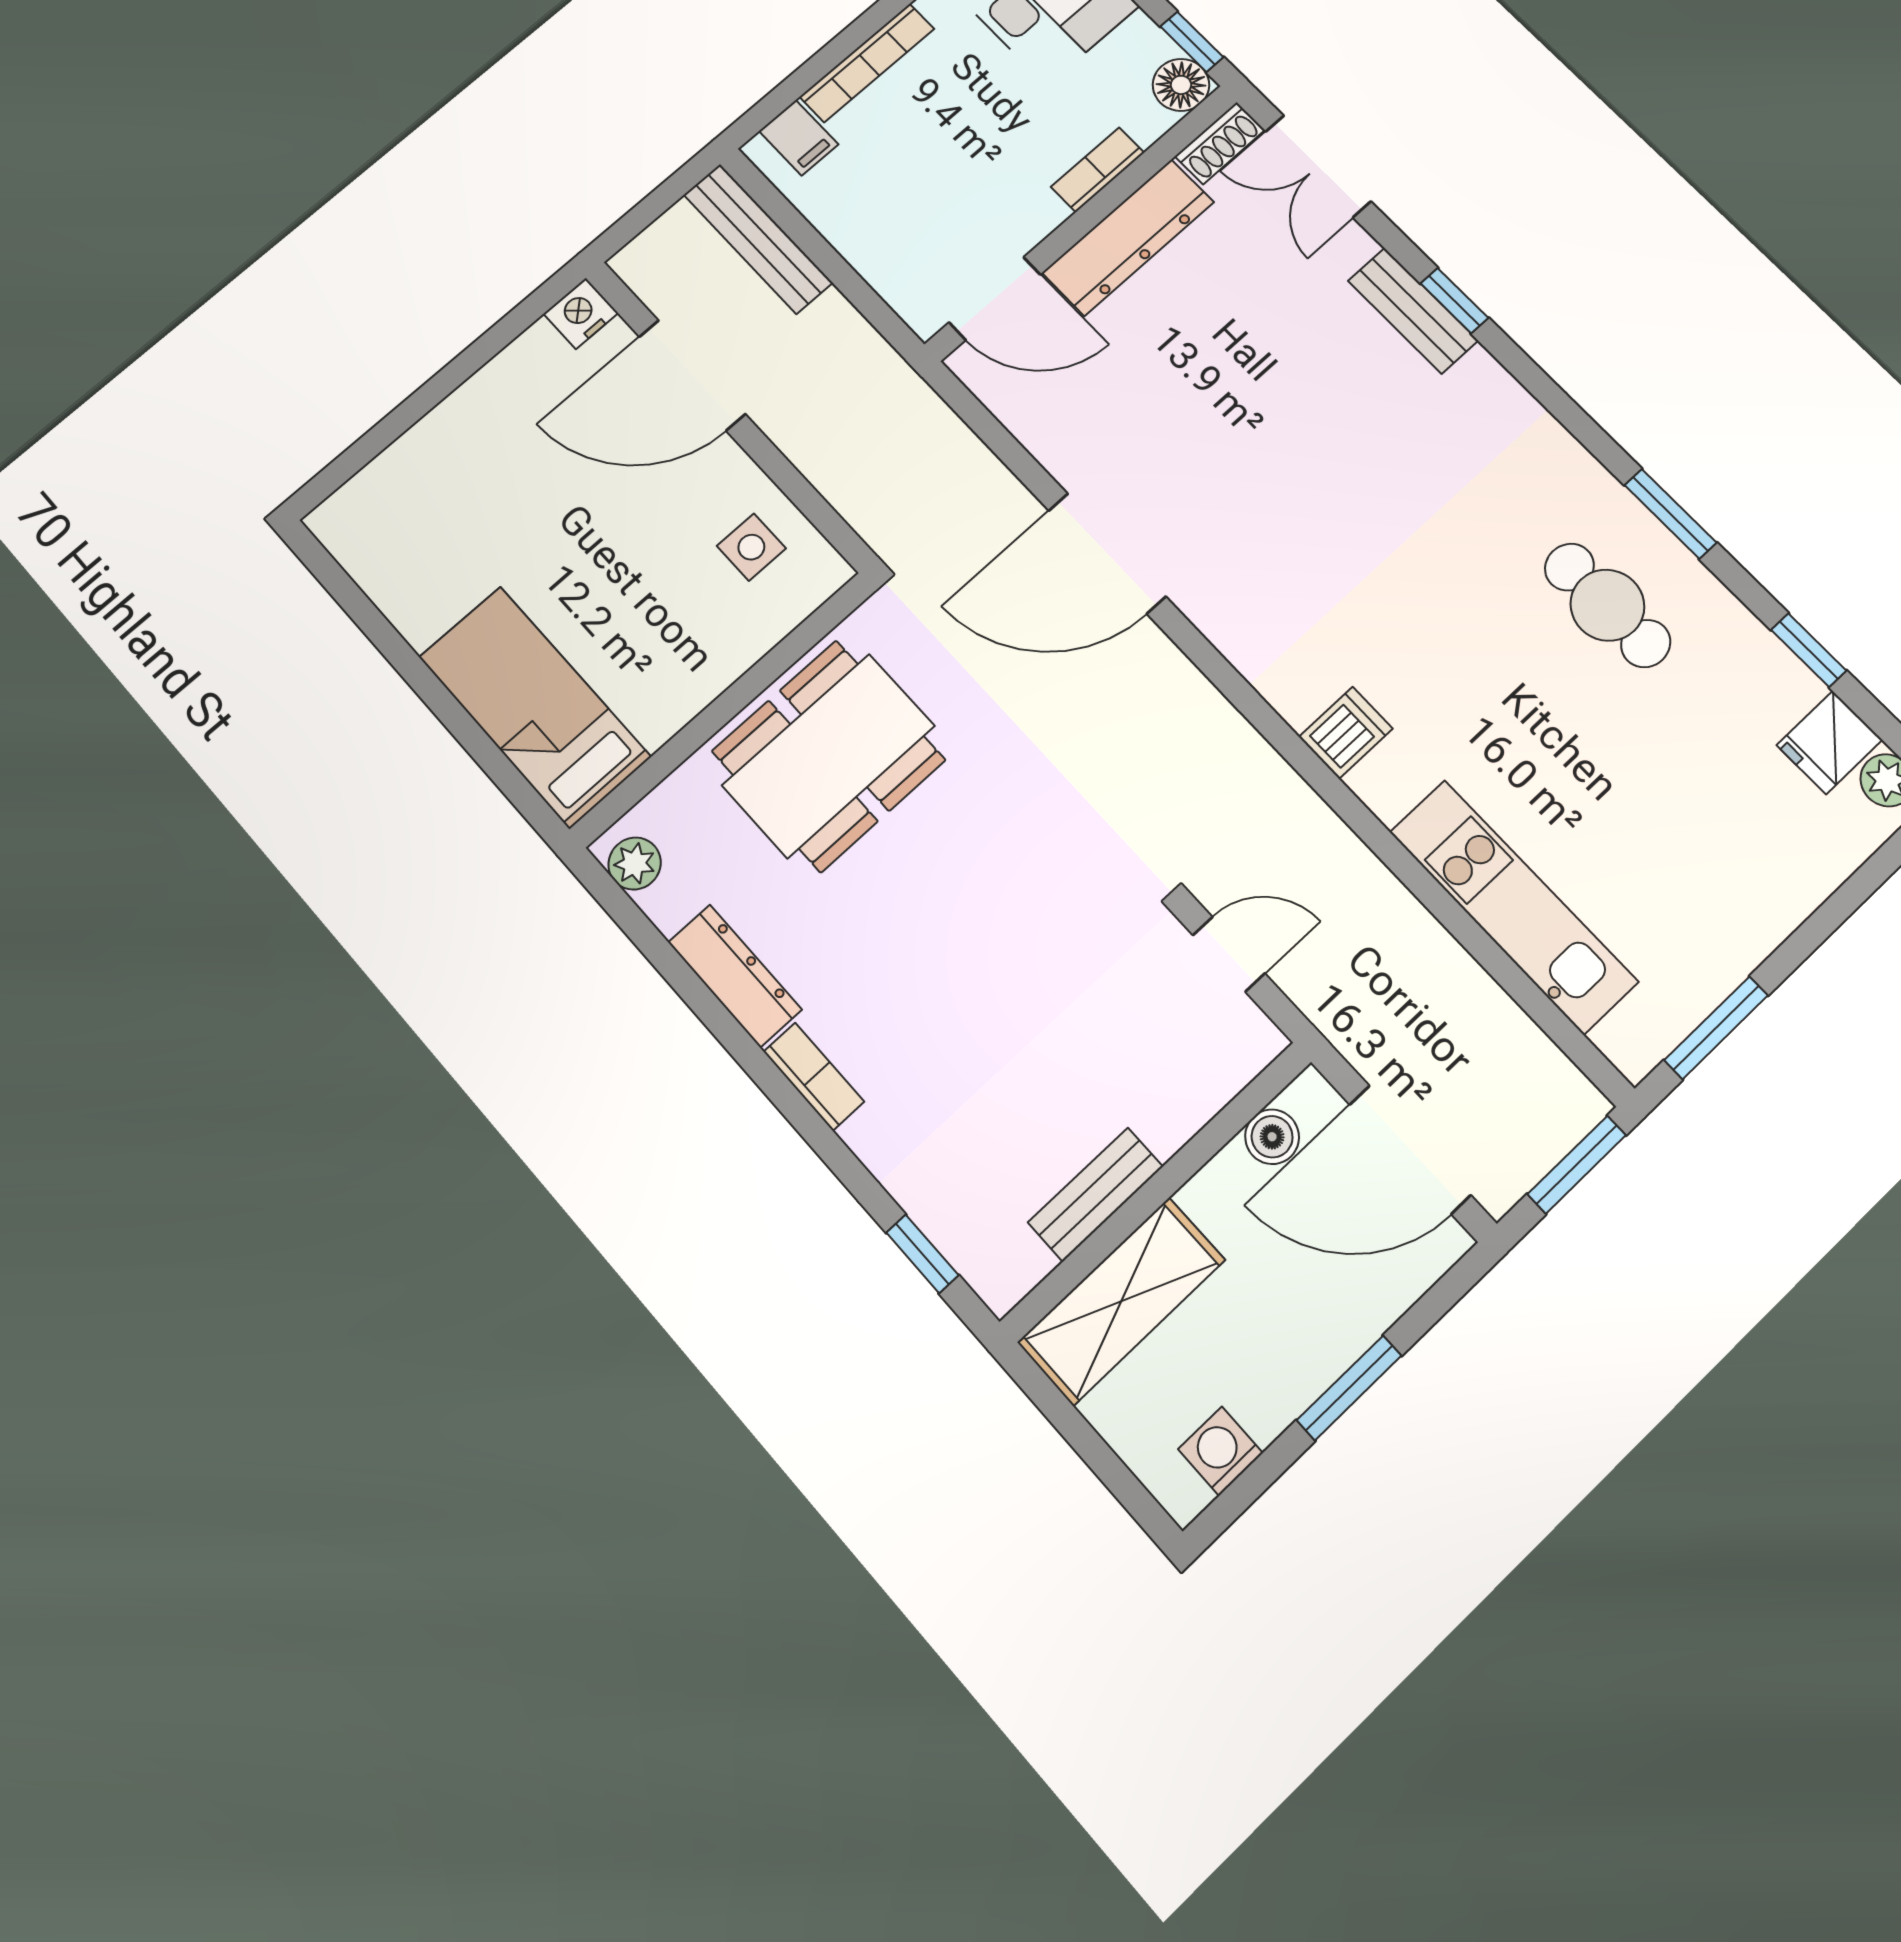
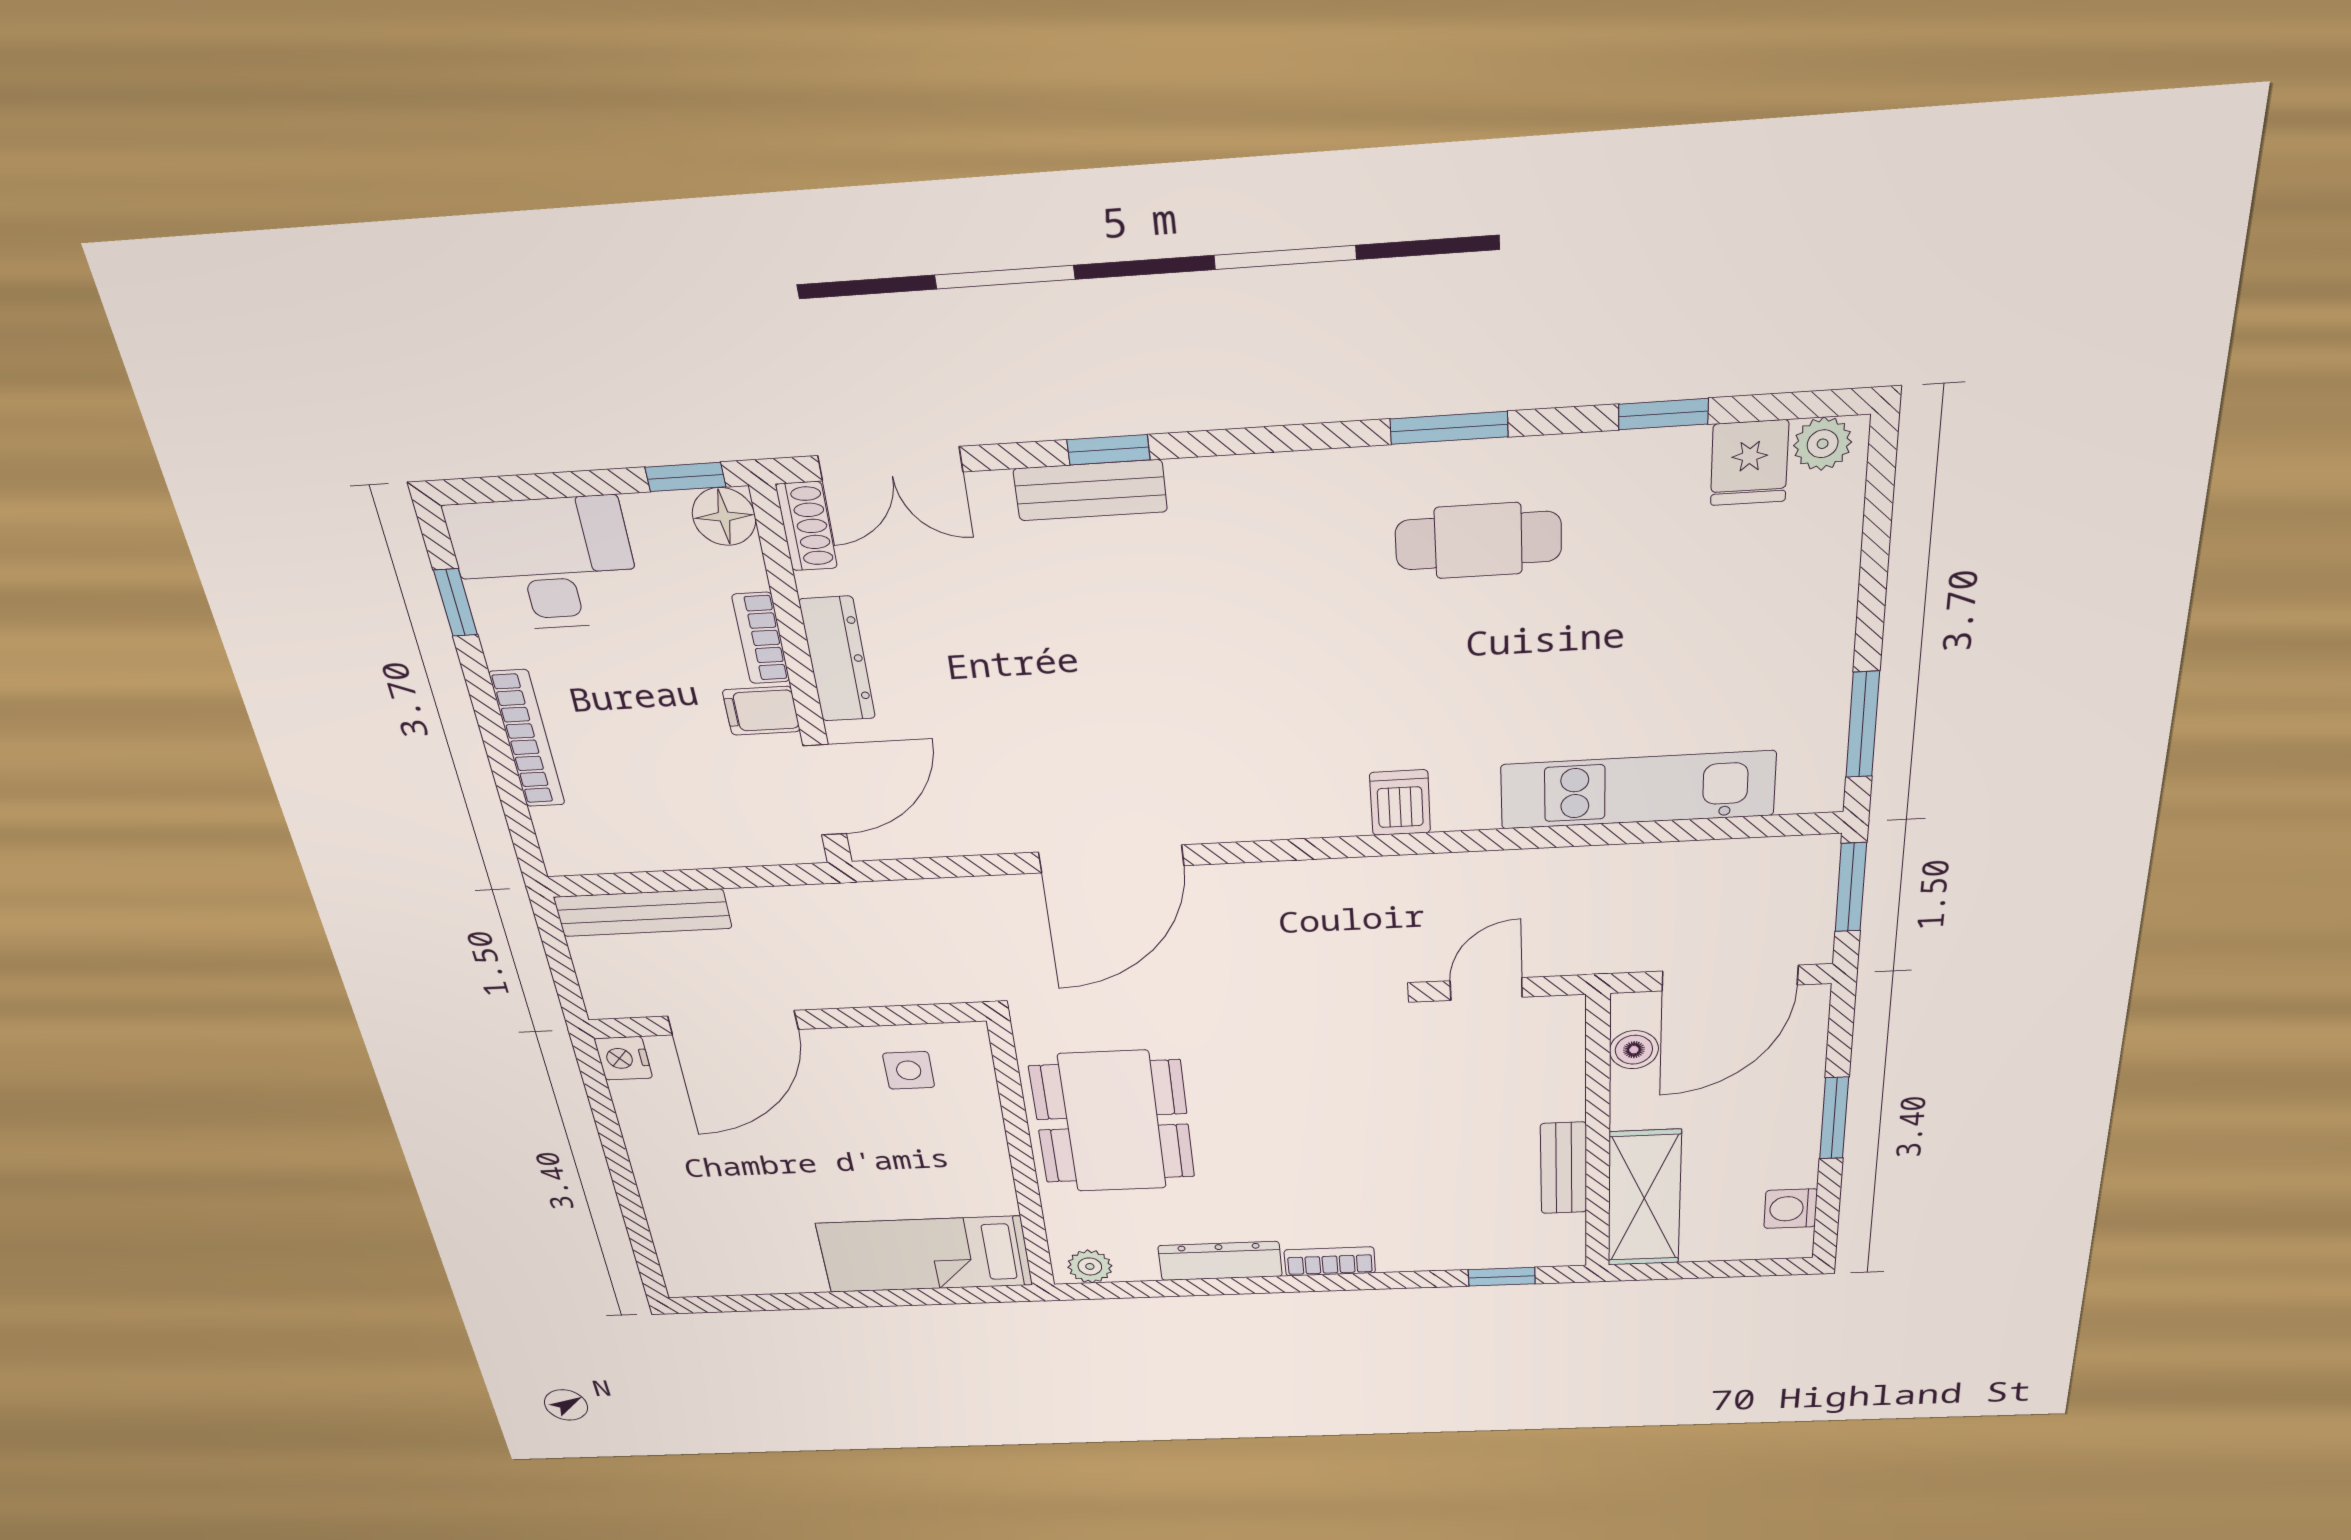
filing cabinet: (799, 138) -> (761, 711), moved, turned 180
dresser: (1128, 237) -> (837, 659), width x0.73, depth x0.80

